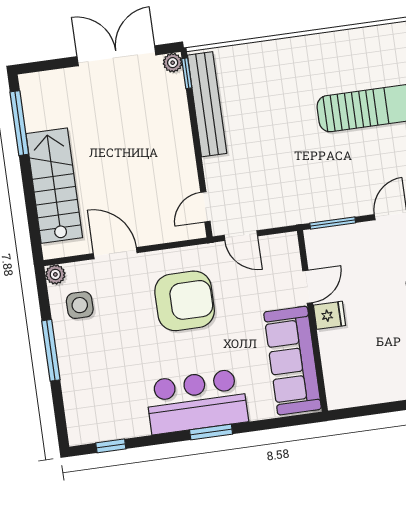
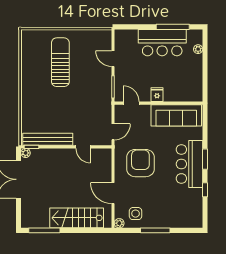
door: (205, 207) -> (83, 147), moved
door: (115, 253) -> (113, 193), hinge flipped
door: (308, 287) -> (131, 103), moved
window: (111, 446) -> (205, 190), moved

